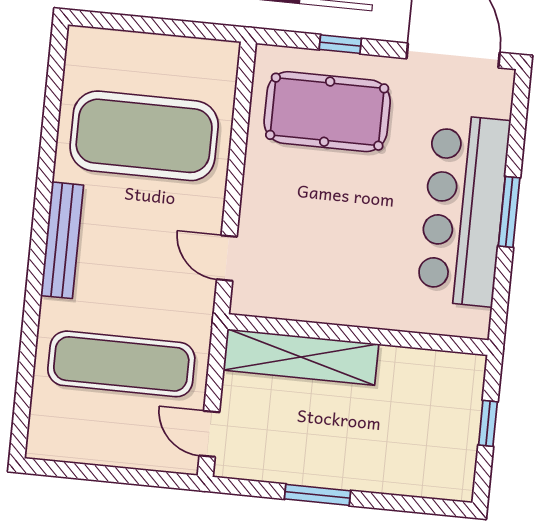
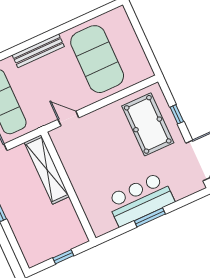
bar counter: (464, 210) -> (140, 199), width x0.73
door: (227, 258) -> (68, 119), hinge flipped

